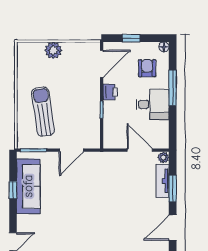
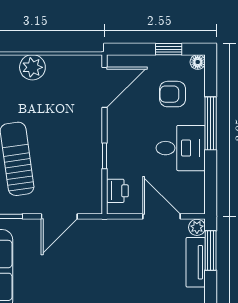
window: (131, 38) -> (169, 49), moved
armchair: (147, 68) -> (173, 94), turned -90
printer: (110, 92) -> (117, 191), moved
window: (173, 188) -> (211, 250), moved

